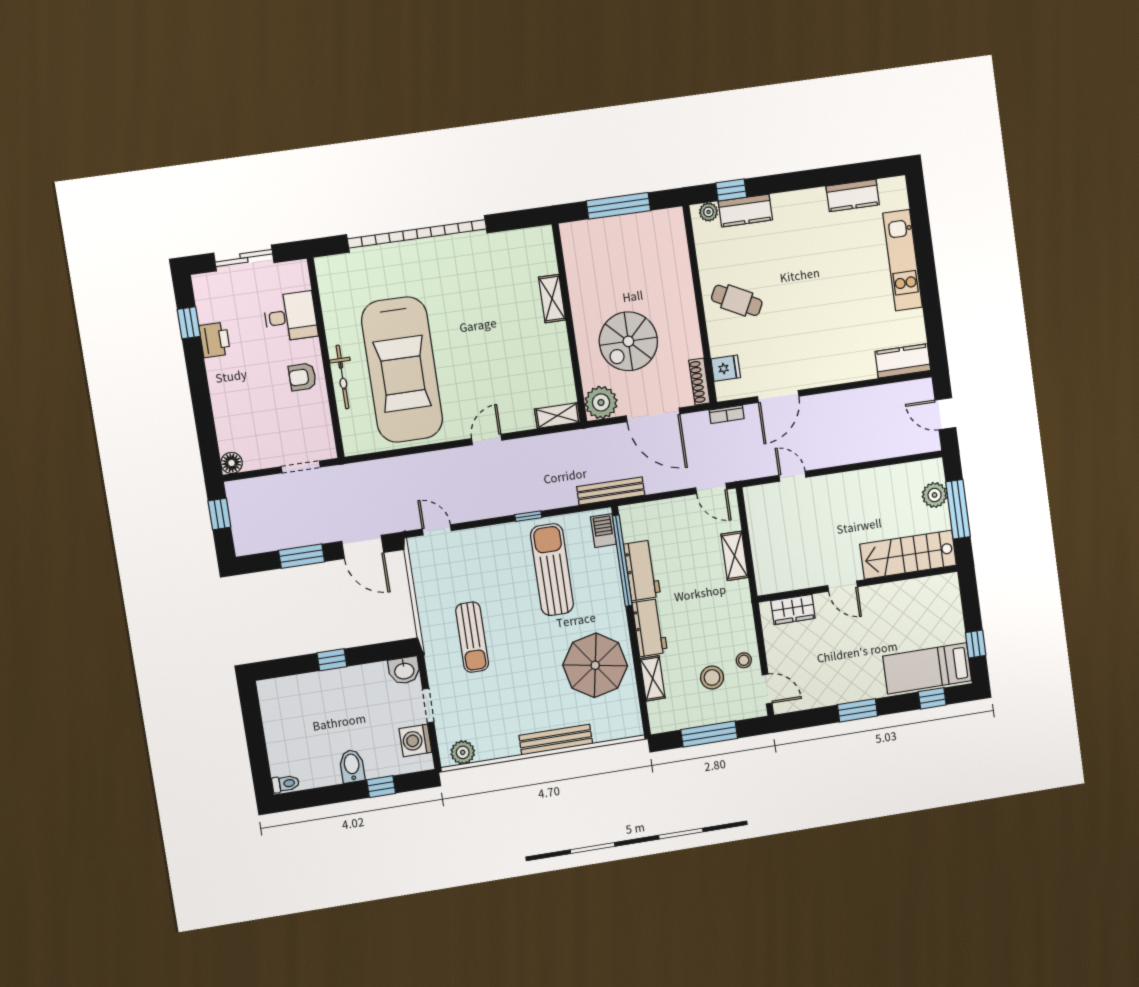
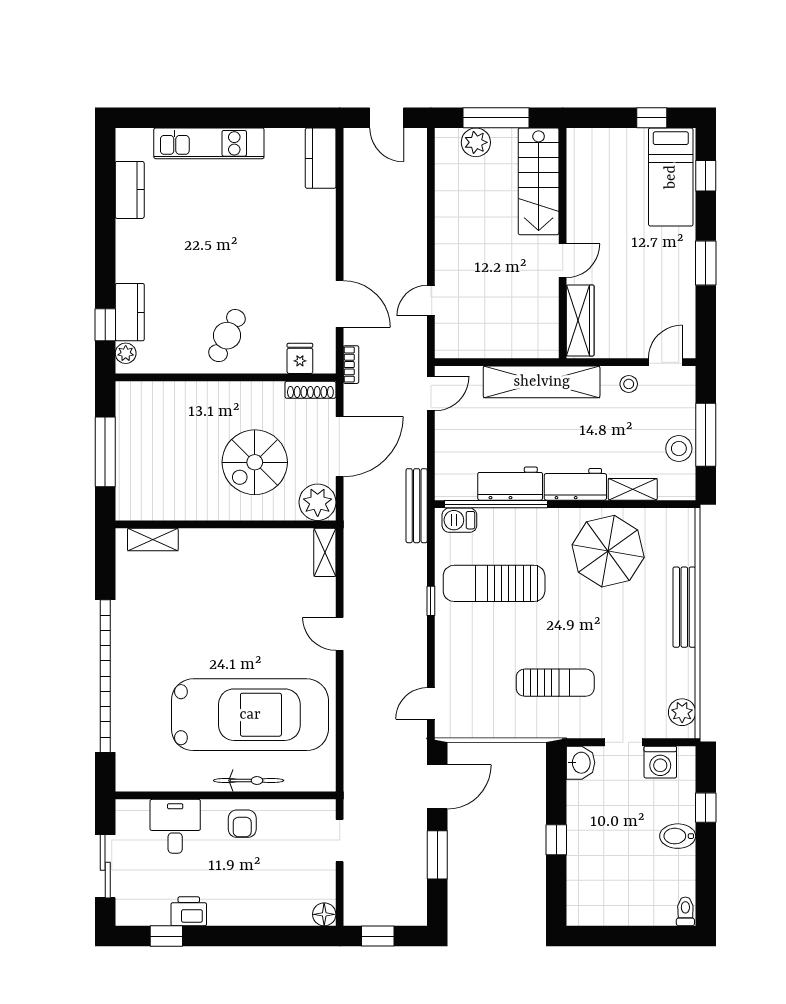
shelving: (552, 299) -> (153, 540), moved
spiral stairs: (628, 341) -> (255, 462), turned 90
door: (945, 414) -> (387, 118), hinge flipped
shelving: (735, 556) -> (542, 382), width x2.20, depth x1.33
wardrobe: (793, 609) -> (580, 320), width x1.50
stool: (712, 677) -> (679, 449), moved

